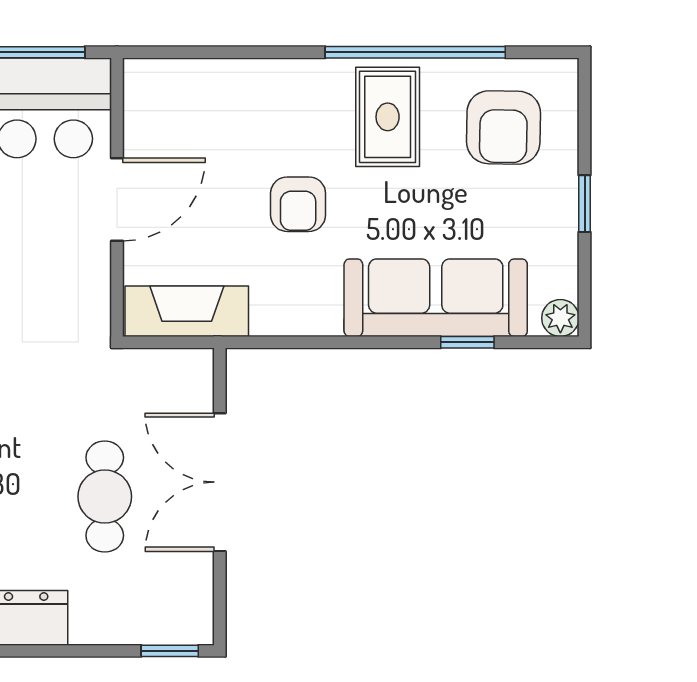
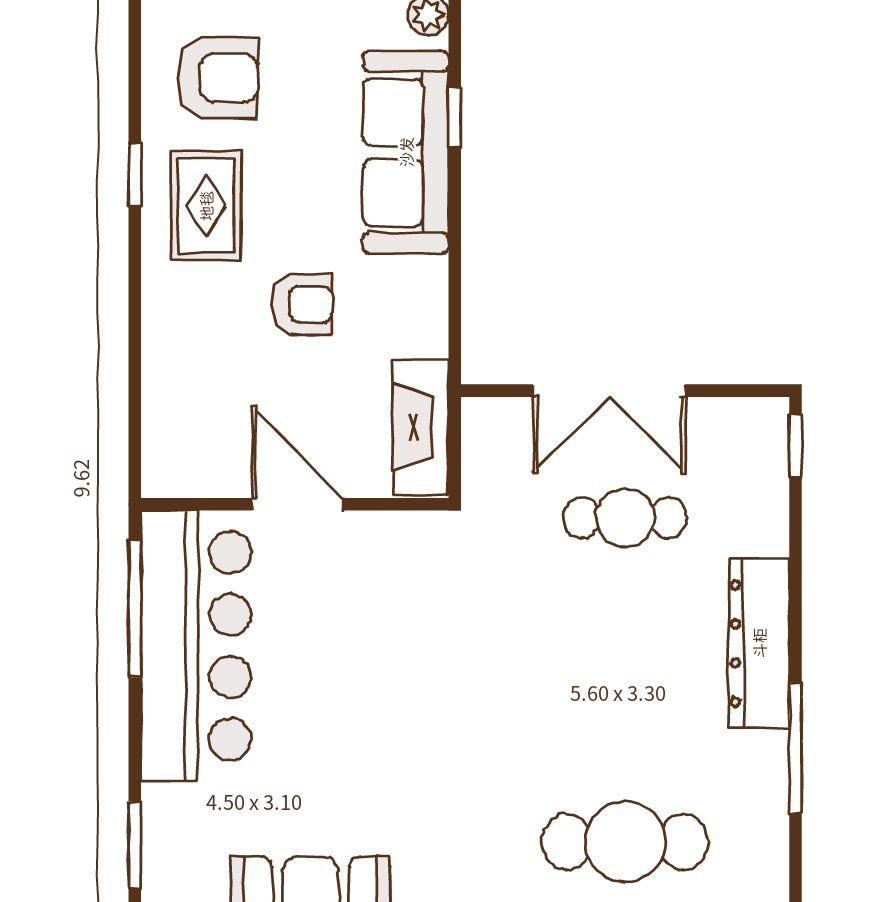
window: (415, 52) -> (135, 175), width x0.32
rug: (388, 117) -> (206, 206), turned 90

